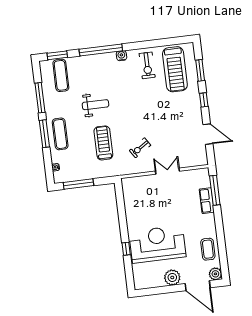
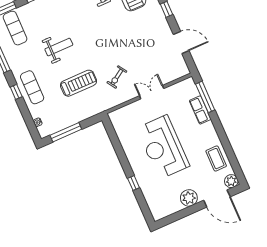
window: (44, 134) -> (16, 92), width x0.46
treadmill: (103, 143) -> (78, 83), turned 90
reception desk: (157, 244) -> (163, 147), moved, turned -90

